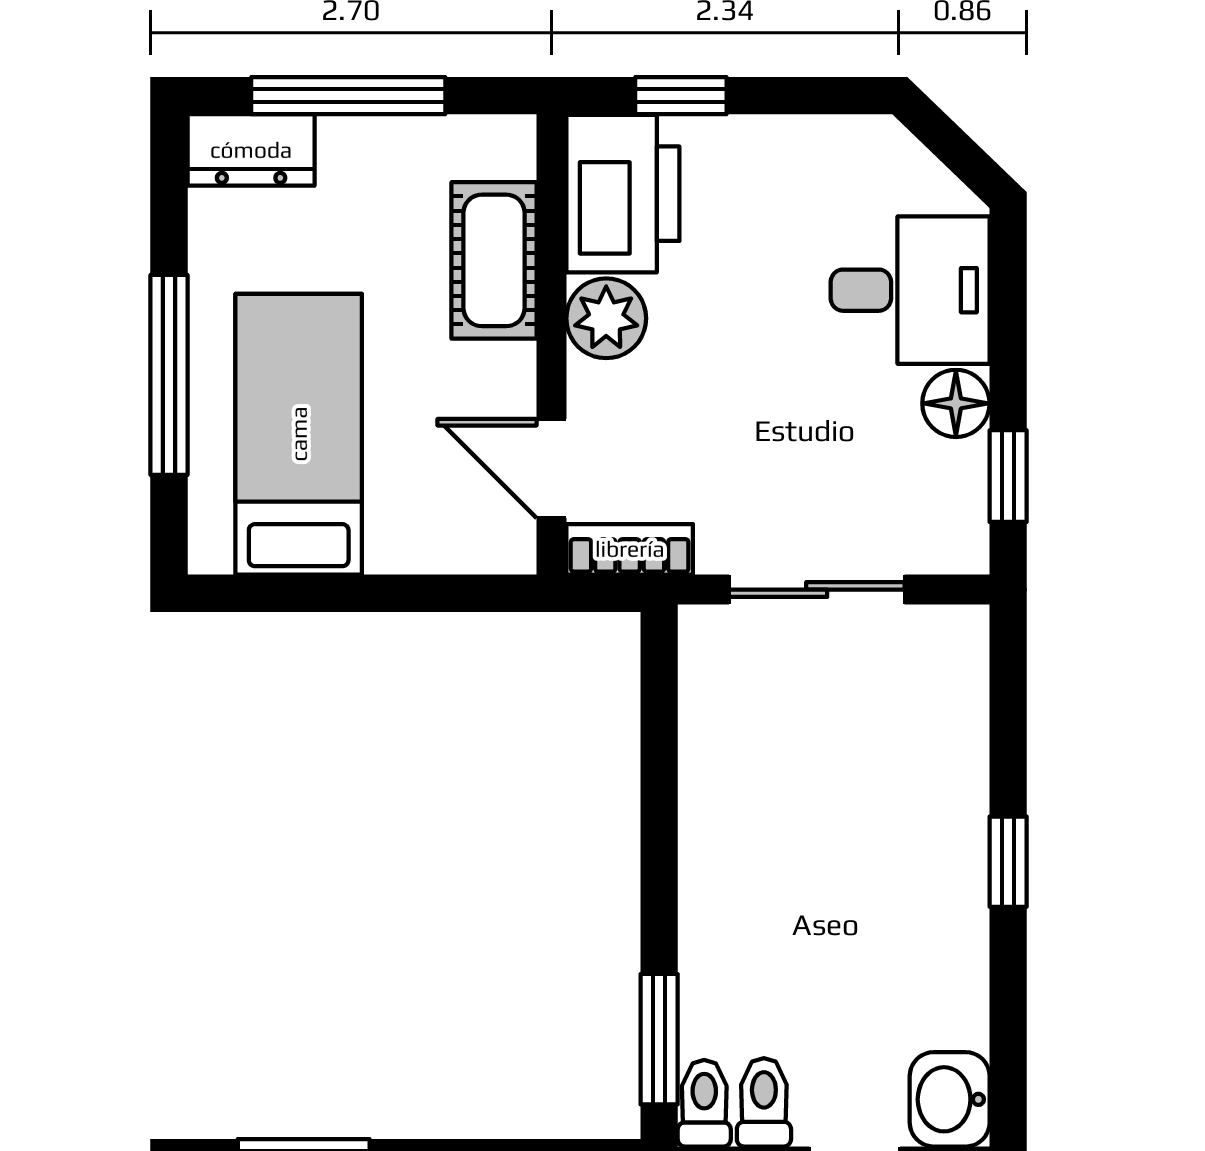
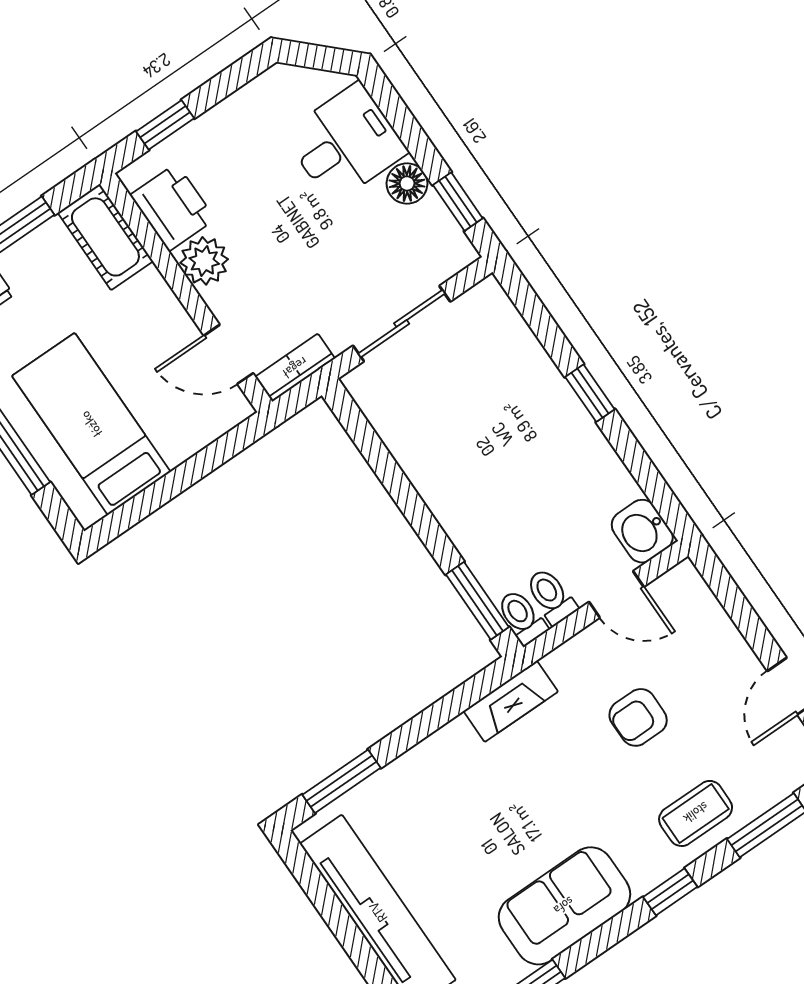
printer: (623, 194) -> (173, 207), width x0.73, depth x0.84
cot: (494, 260) -> (105, 237), moved

